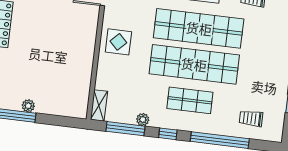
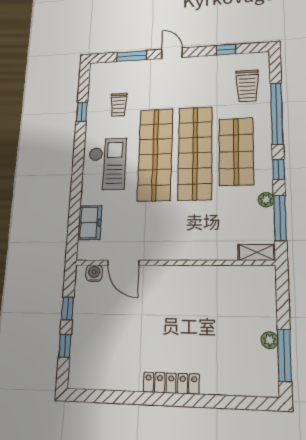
display table: (118, 42) -> (179, 239), removed
shop shelf: (190, 100) -> (236, 152), width x1.43, depth x1.36
trolley: (251, 118) -> (247, 86), width x1.36, depth x1.39

